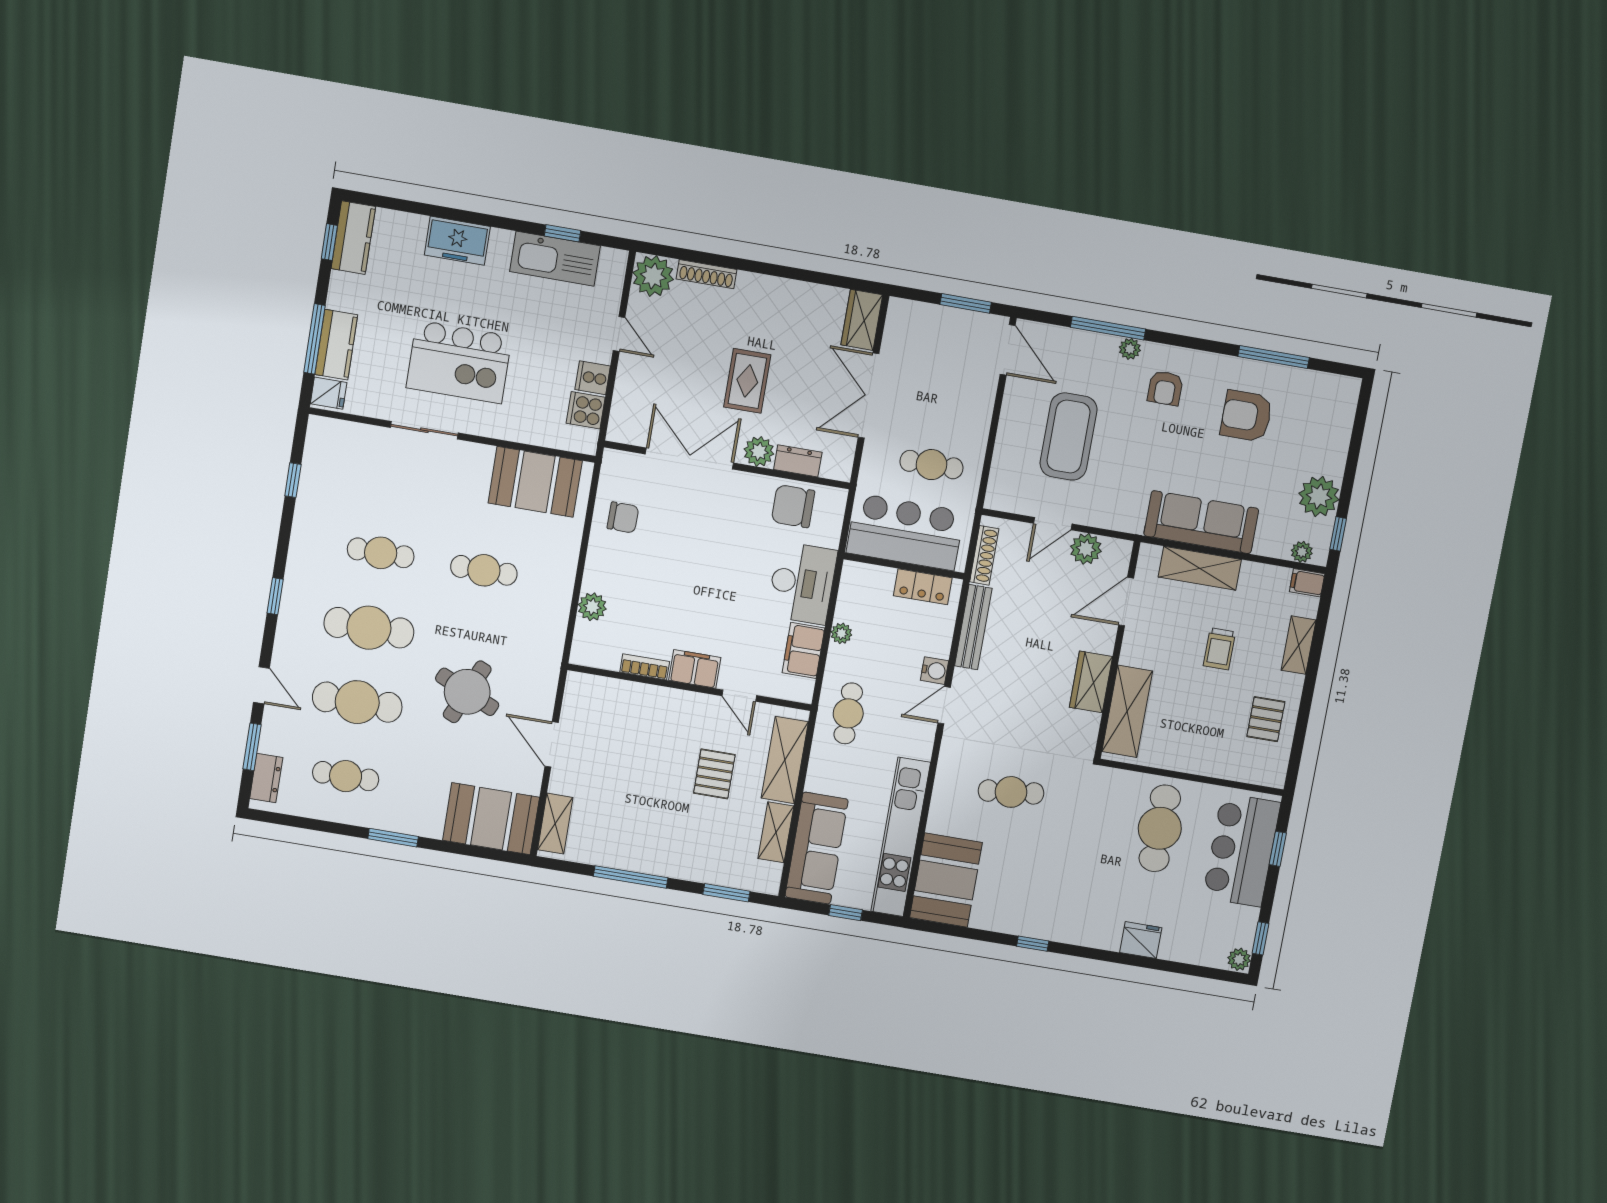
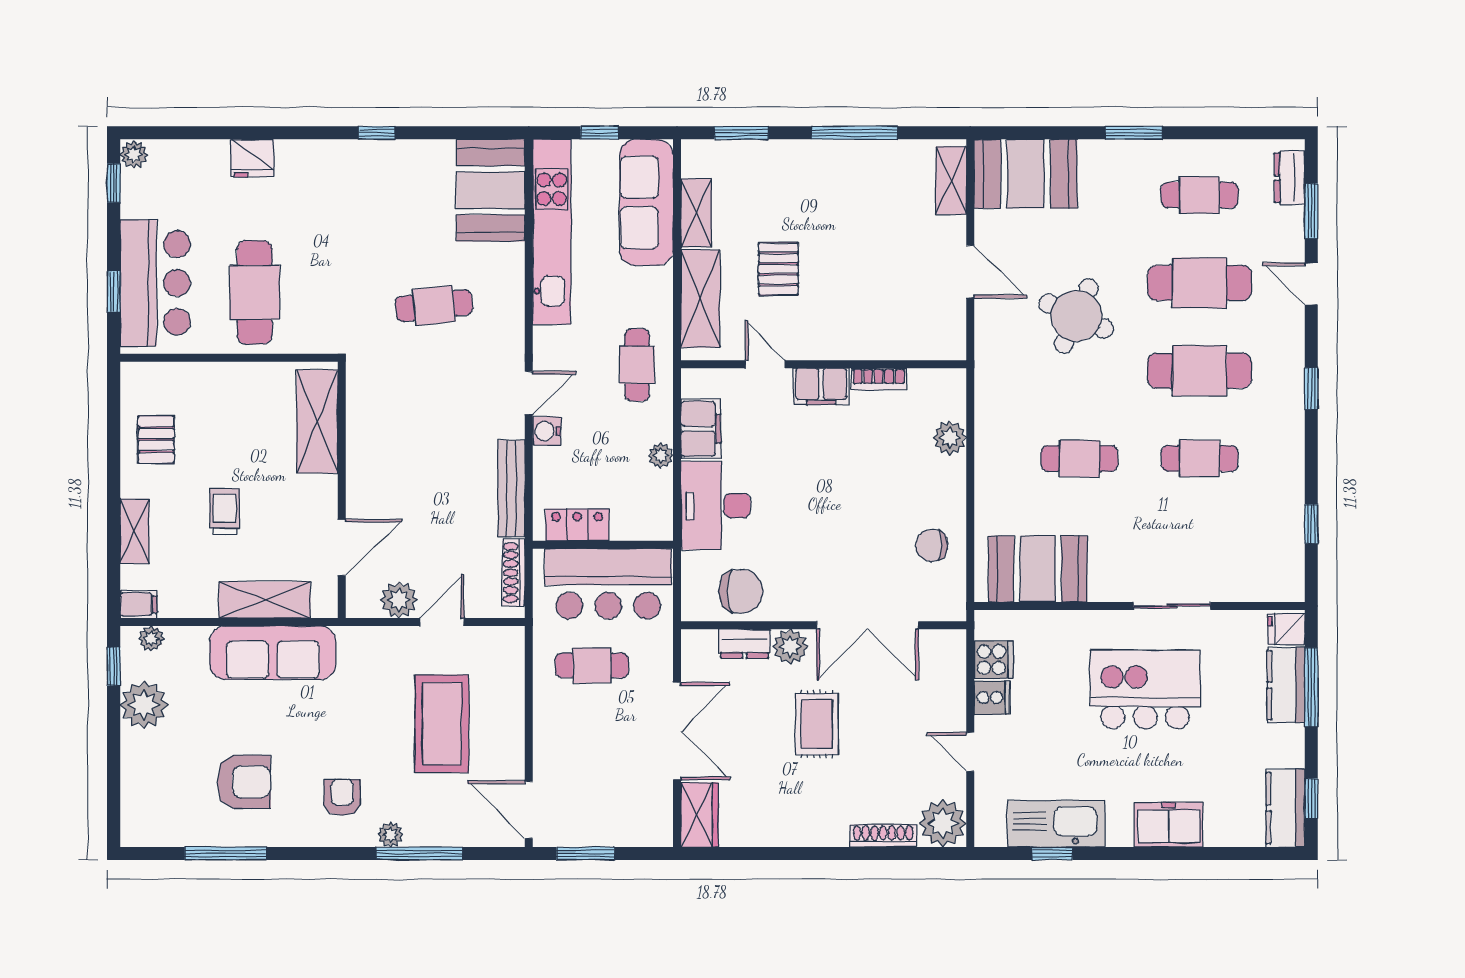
wardrobe: (1091, 682) -> (365, 448), removed

